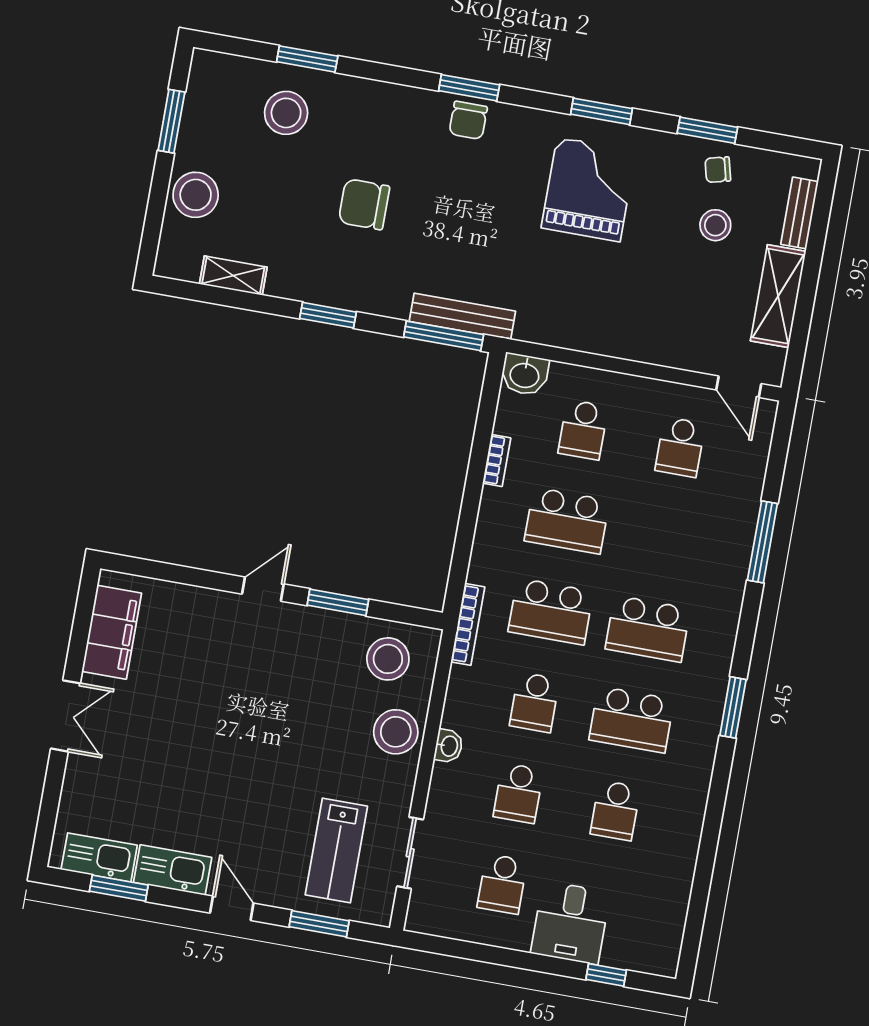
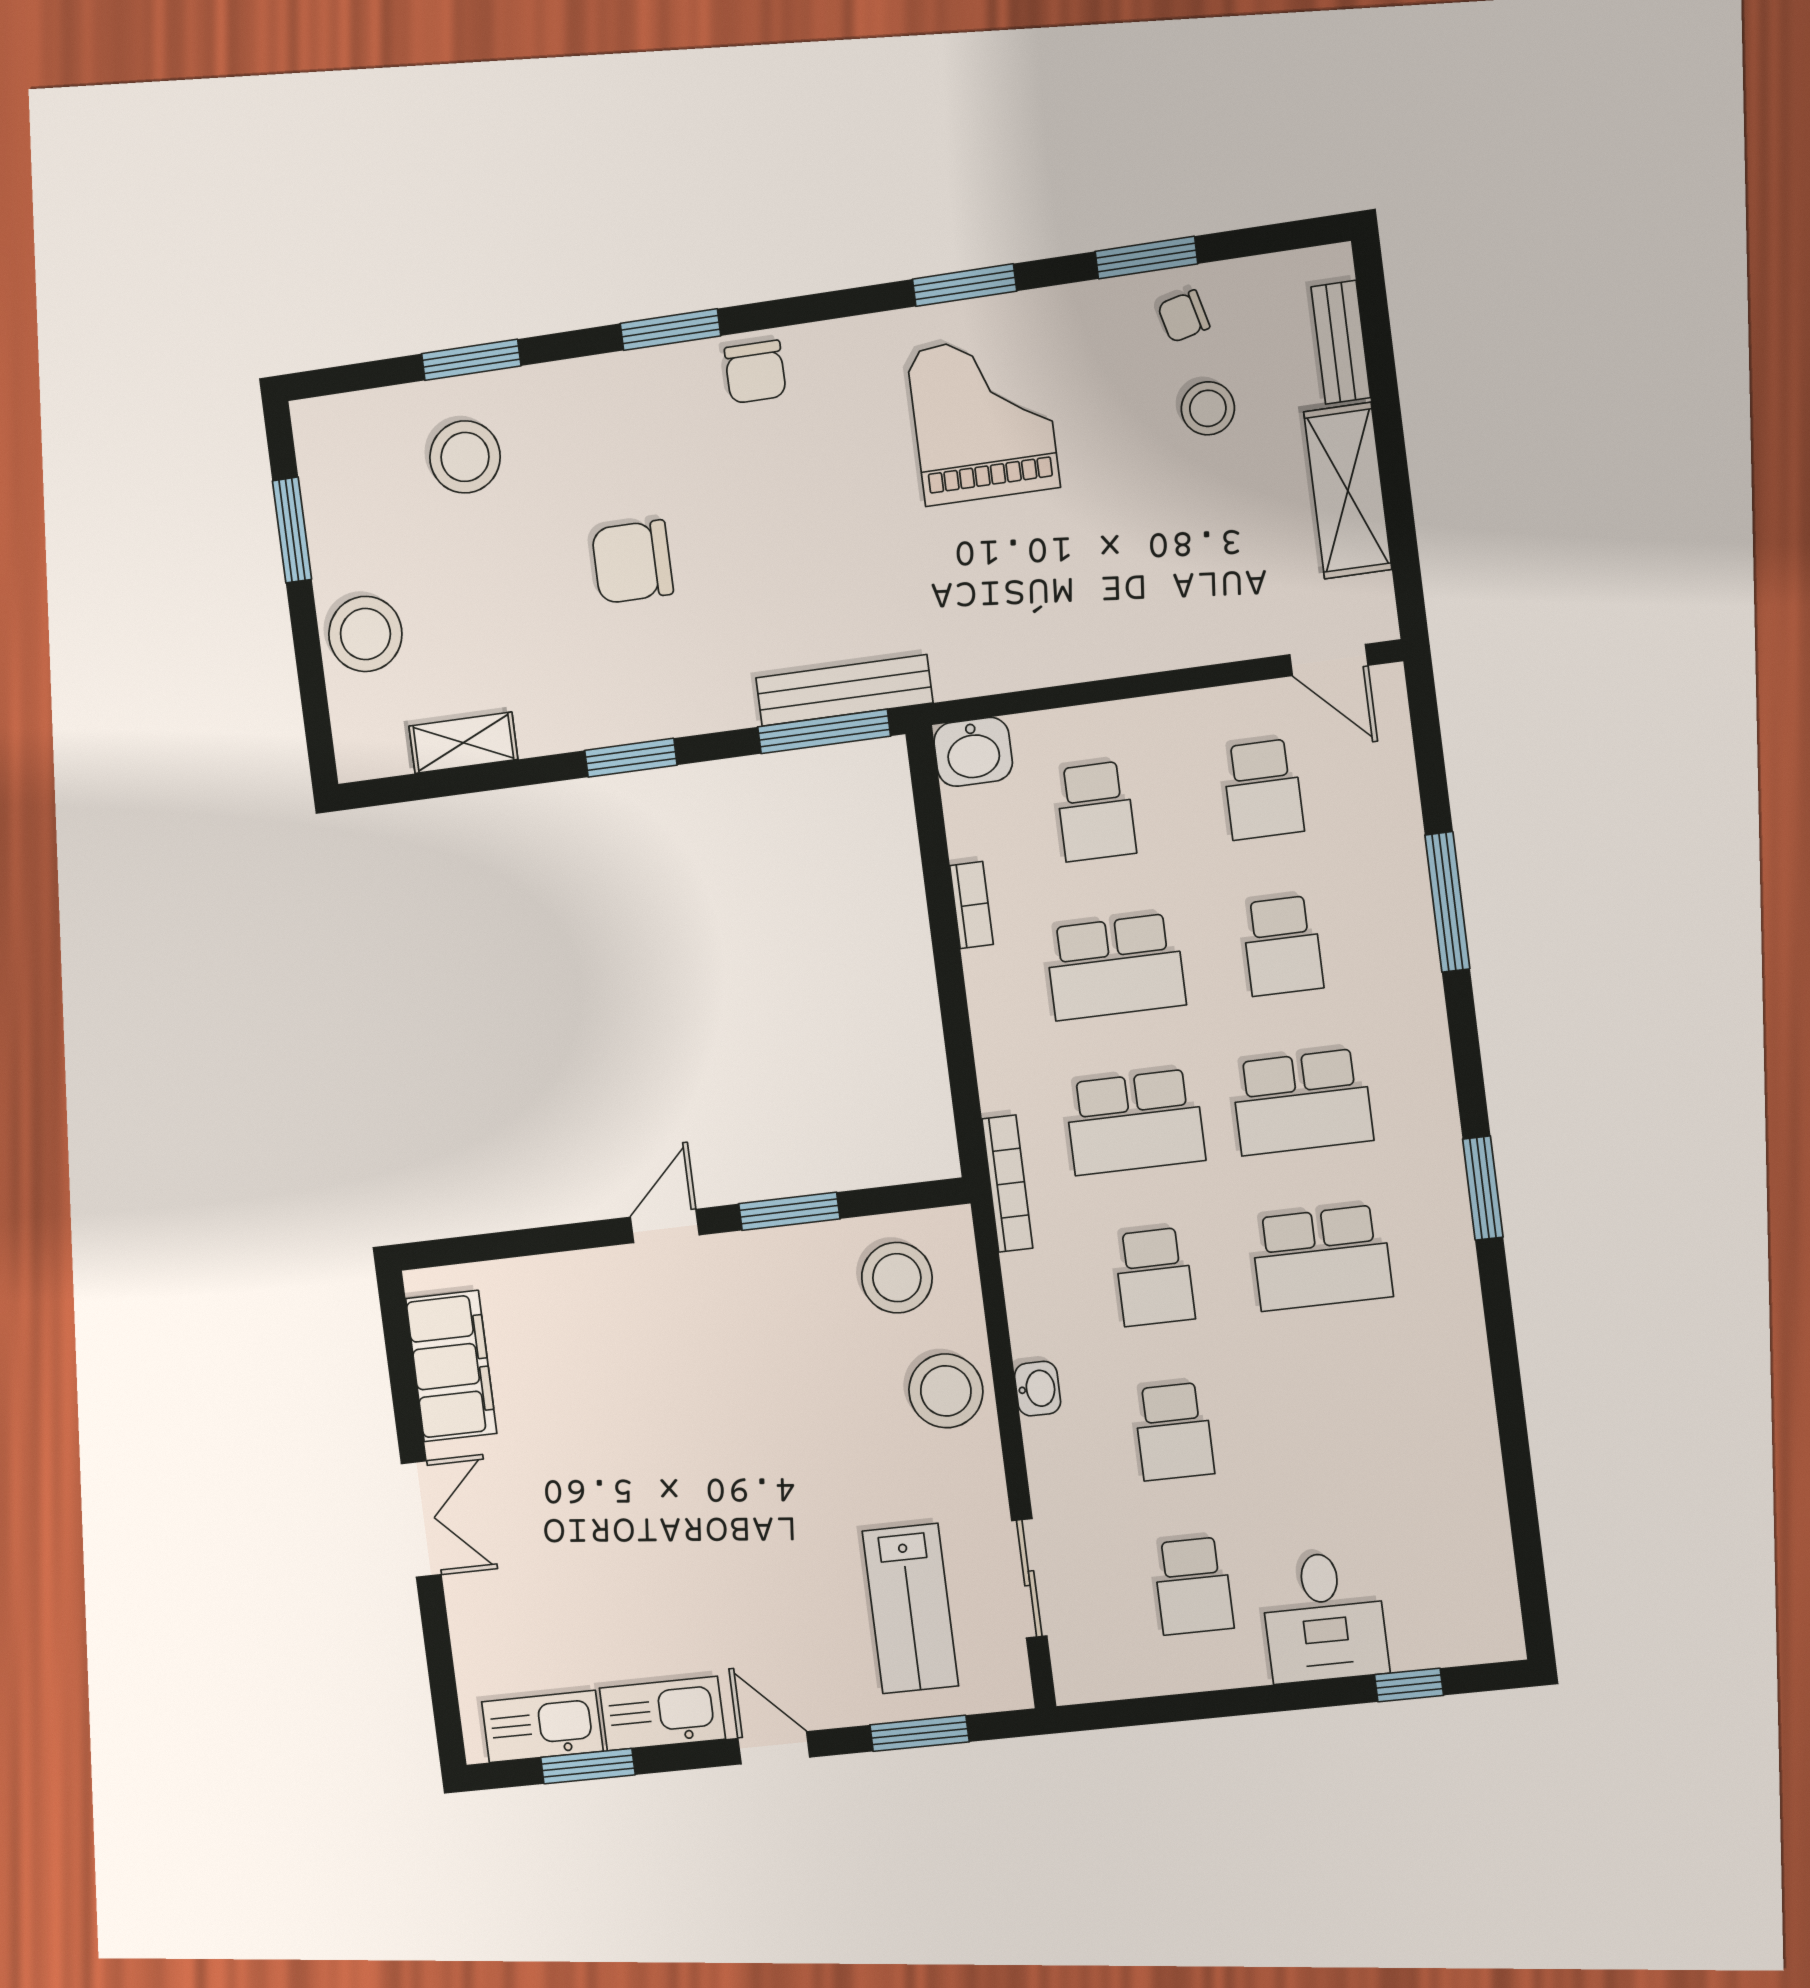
window: (469, 88) -> (670, 330), moved
school desk: (615, 810) -> (1282, 946), moved

